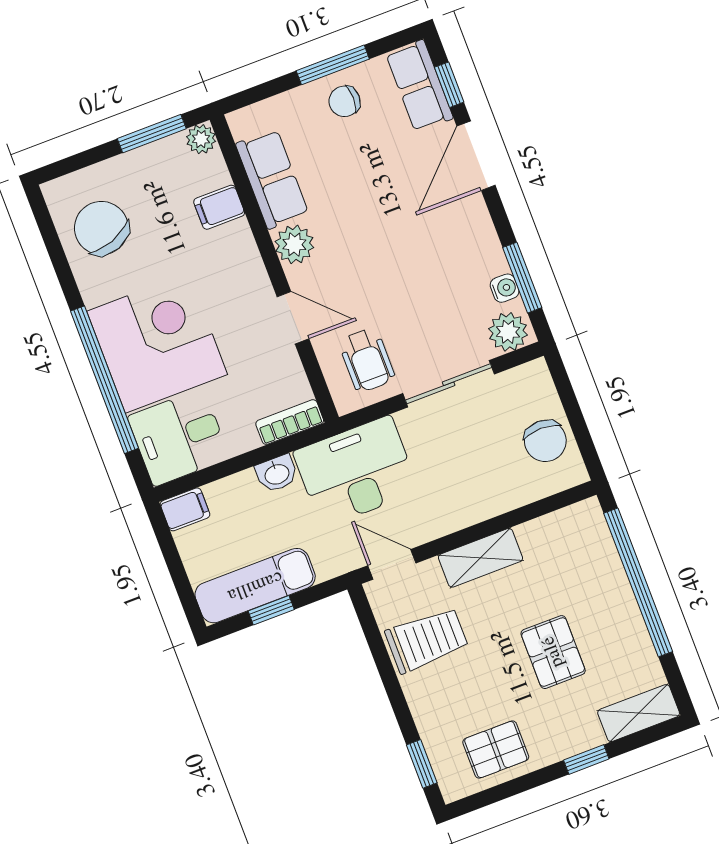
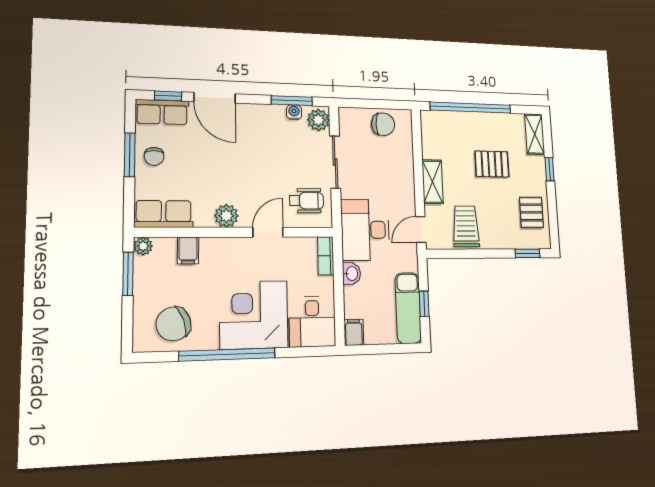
row of seats: (272, 179) -> (164, 214), moved
window: (104, 380) -> (227, 354), moved

